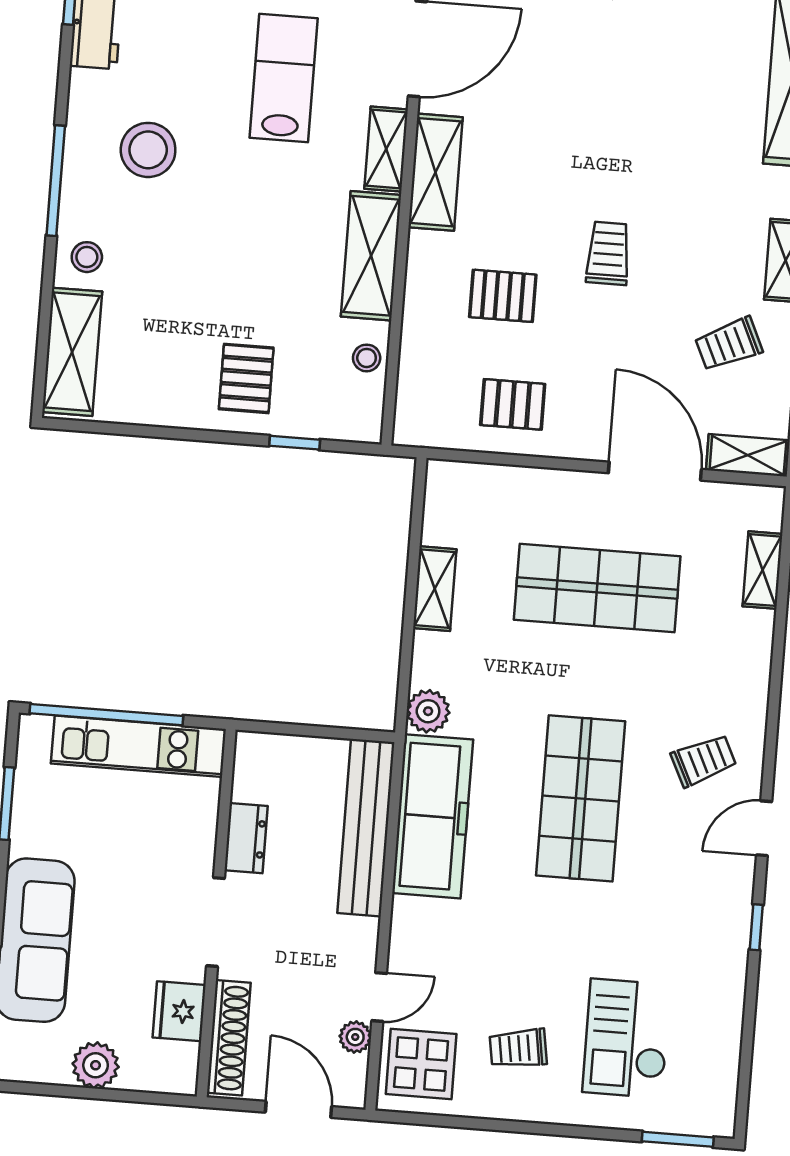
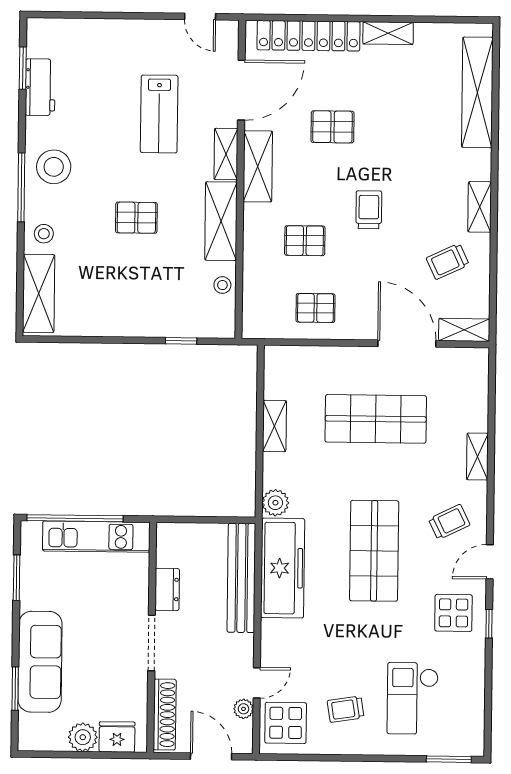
lab bench: (284, 78) -> (159, 114), turned 180
pallet: (559, 117) -> (332, 127), added
stool: (148, 150) -> (54, 167), moved
pallet: (246, 378) -> (136, 218), moved, turned 90
shelving: (763, 570) -> (477, 457), moved
display table: (701, 906) -> (453, 613), added
fridge: (179, 1011) -> (117, 737), moved, turned 90

